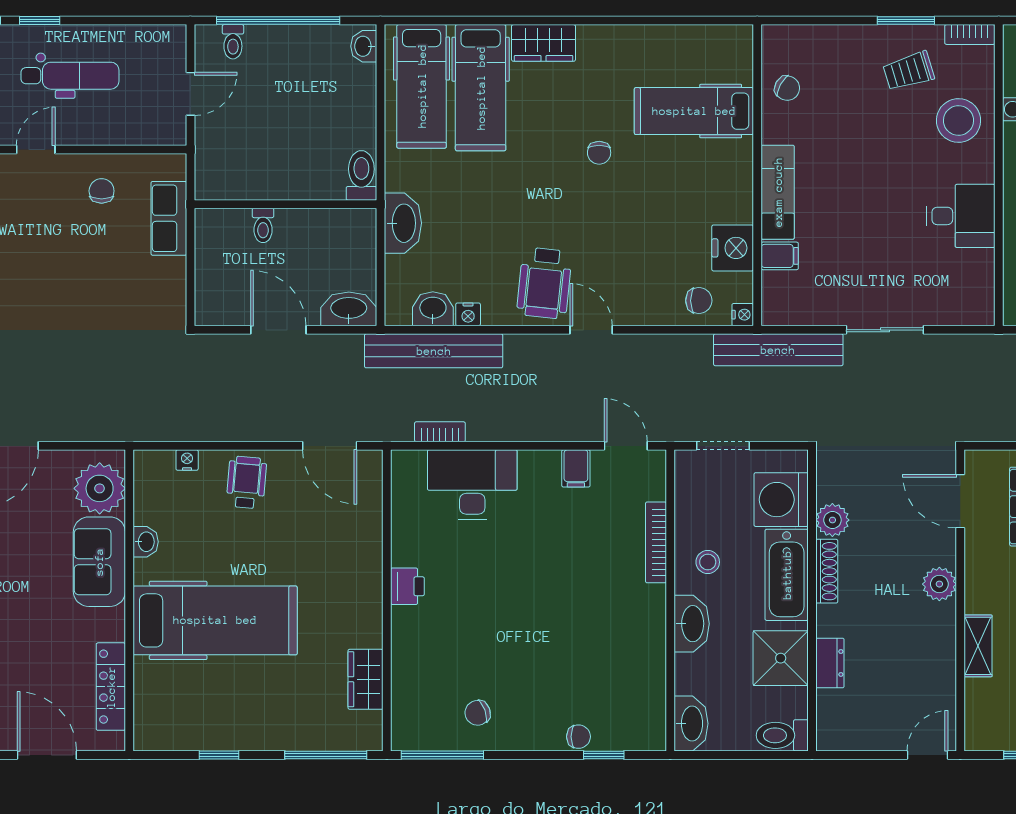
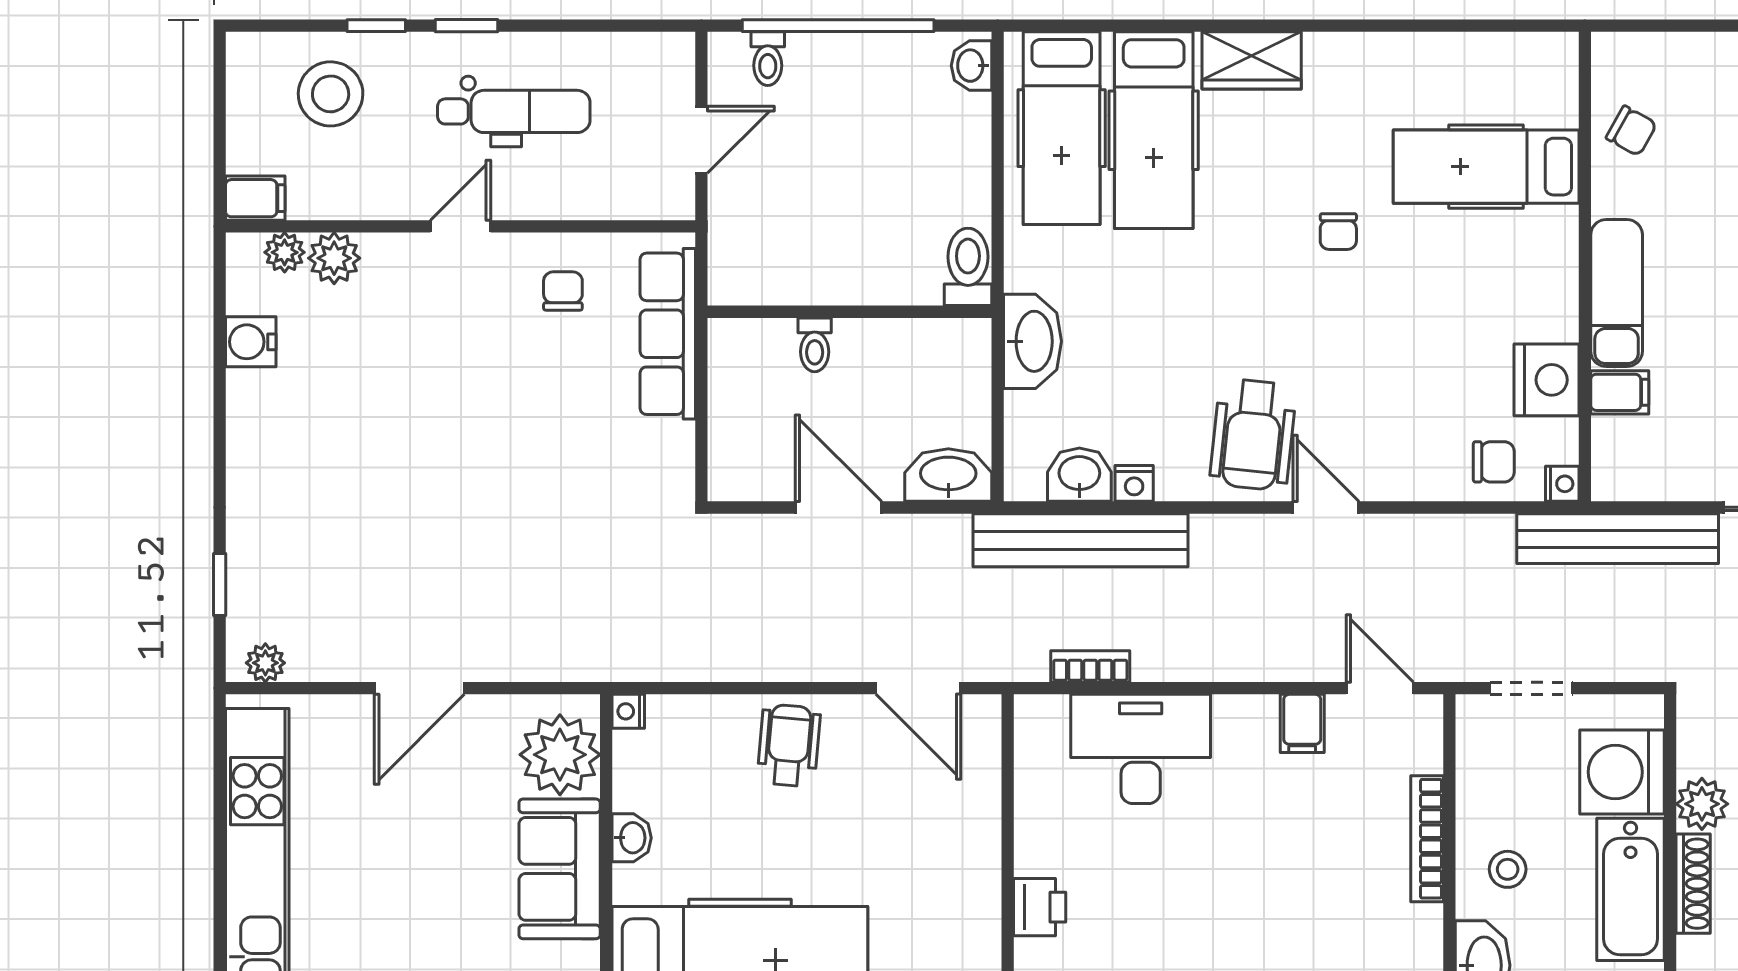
row of seats: (169, 218) -> (668, 334), width x1.48
nightstand: (187, 460) -> (628, 711), moved, turned -90

